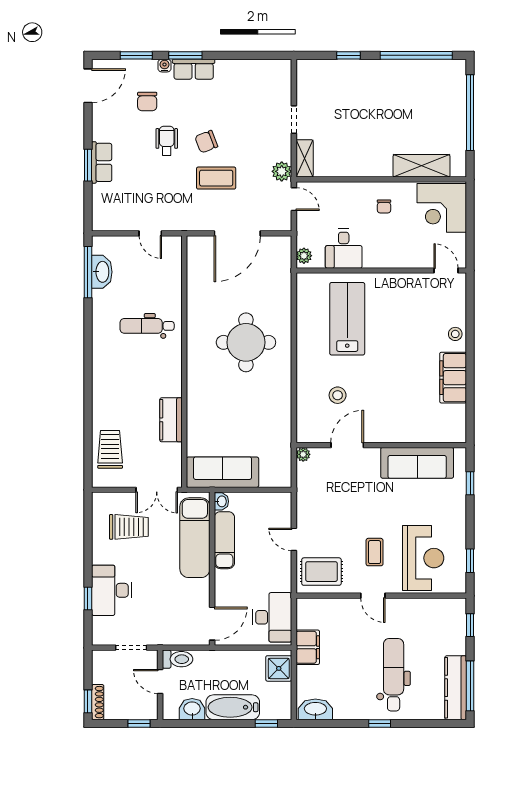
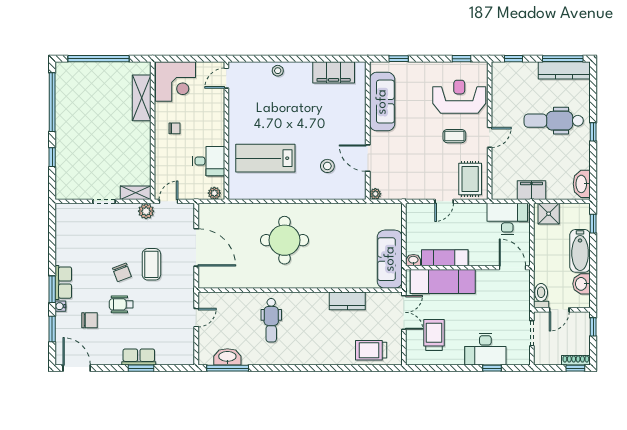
filing cabinet: (453, 378) -> (334, 72), moved

